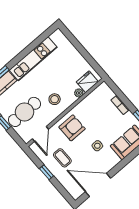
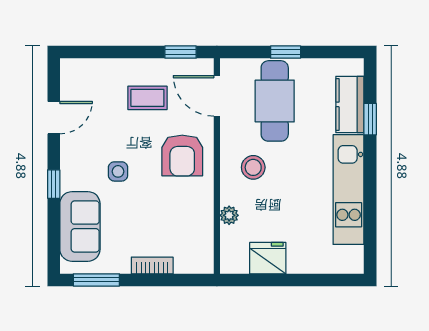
fridge: (87, 82) -> (268, 258), moved, turned -90
window: (122, 165) -> (54, 184), added
window: (46, 172) -> (181, 52), moved
door: (98, 185) -> (54, 118), width x0.53

